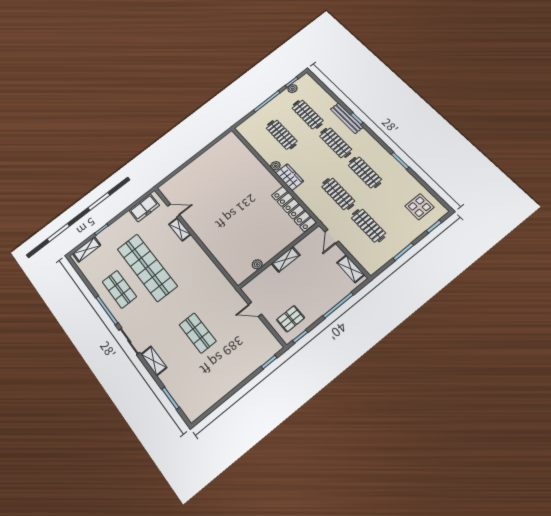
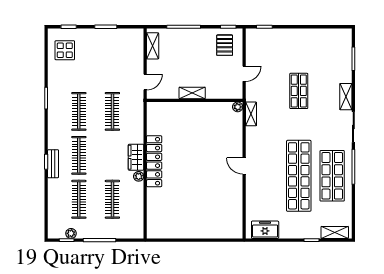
bench: (347, 118) -> (53, 164), width x0.73
locker: (294, 209) -> (154, 161), moved
door: (174, 211) -> (244, 166), moved
clothes rail: (368, 226) -> (112, 67), removed
shelving: (180, 229) -> (251, 114), moved
plant: (257, 264) -> (238, 107), moved
shop shelf: (119, 289) -> (332, 176), width x1.43, depth x1.36
door: (255, 309) -> (244, 74), hinge flipped
pallet: (291, 319) -> (225, 45), turned 90

